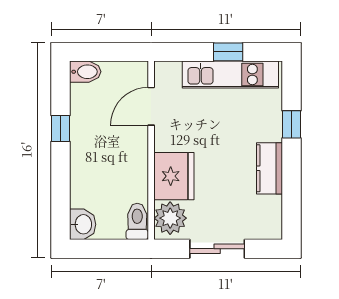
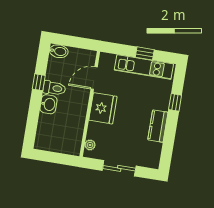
fridge: (174, 176) -> (103, 108), moved
plant: (170, 218) -> (90, 145), width x0.53, depth x0.53
toilet: (137, 221) -> (54, 88), moved, turned 90
washbasin: (83, 224) -> (48, 104), moved

